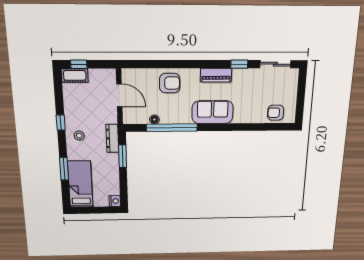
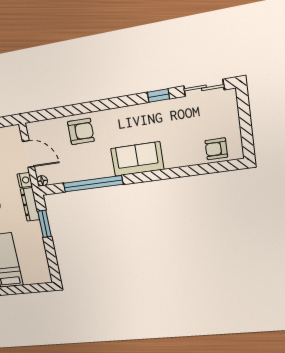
piano: (216, 75) -> (133, 113), removed
floor lamp: (154, 119) -> (42, 181), moved
nightstand: (115, 201) -> (25, 180), moved

